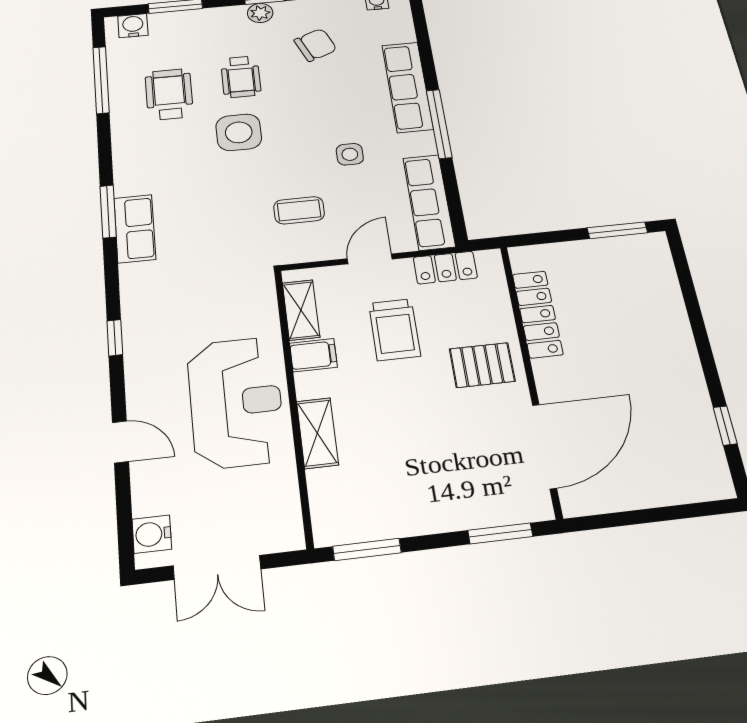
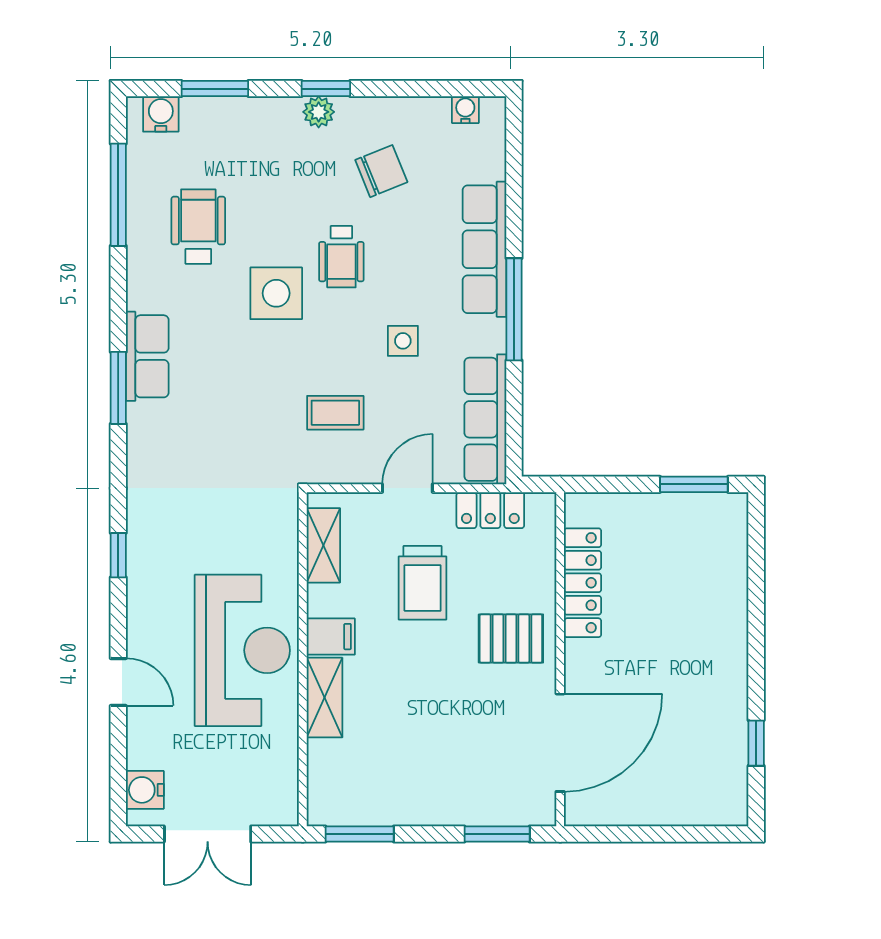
wheelchair: (241, 77) -> (341, 257), moved
row of seats: (135, 229) -> (147, 356), moved
filing cabinet: (313, 355) -> (331, 637), moved

